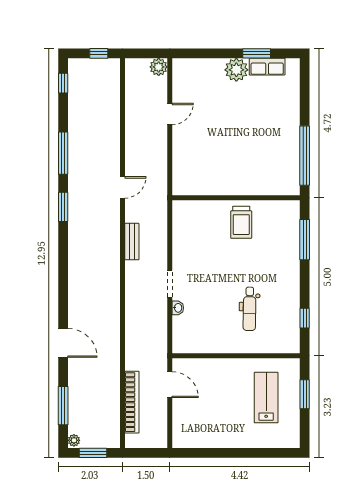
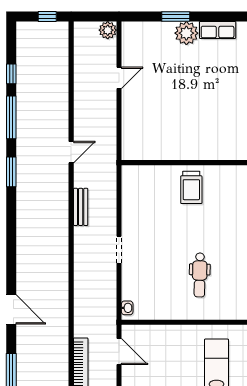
window: (257, 53) -> (176, 17), moved
window: (63, 83) -> (11, 74), moved
washbasin: (178, 308) -> (127, 308), moved

